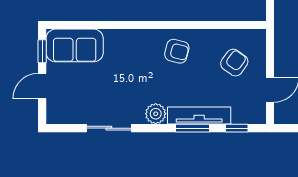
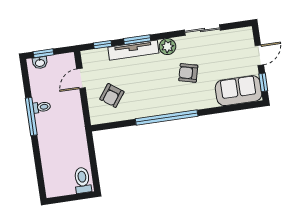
window: (170, 25) -> (167, 117), added
armchair: (177, 51) -> (188, 73), moved

